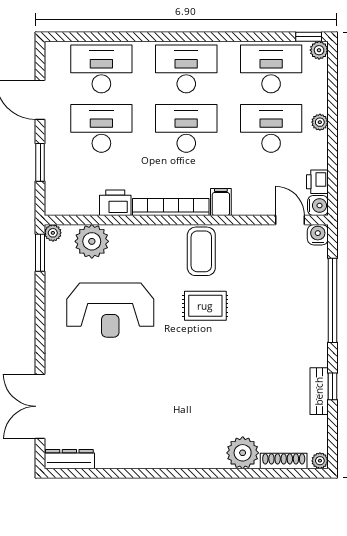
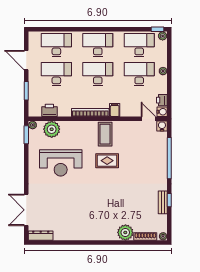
printer: (115, 203) -> (49, 110), moved

